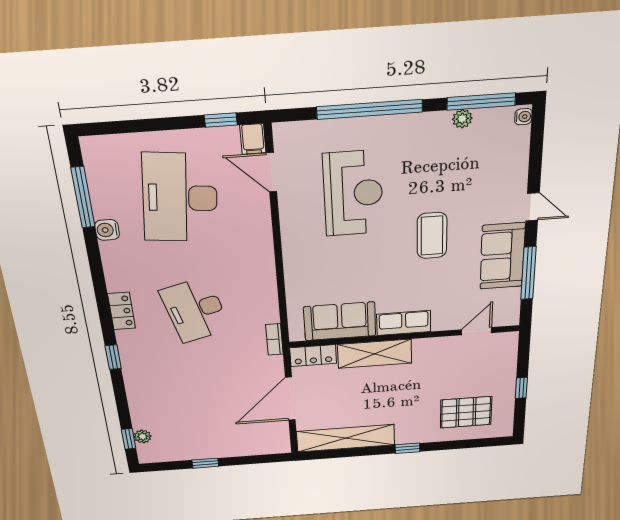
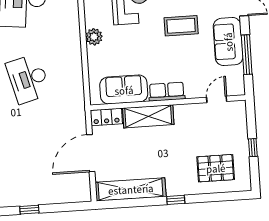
coffee table: (432, 236) -> (181, 26), turned 90
plant: (295, 253) -> (94, 37), added
bookcase: (274, 339) -> (80, 103), removed

